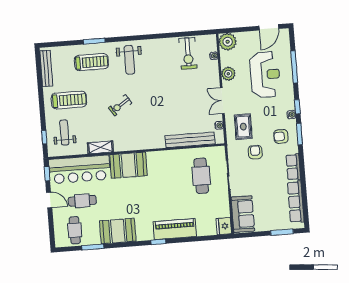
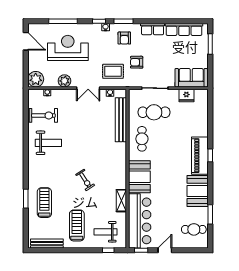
weight bench: (129, 60) -> (48, 143), moved
cafe table: (82, 201) -> (142, 139), moved
fridge: (224, 226) -> (186, 96), moved
piano: (175, 229) -> (200, 156), moved

